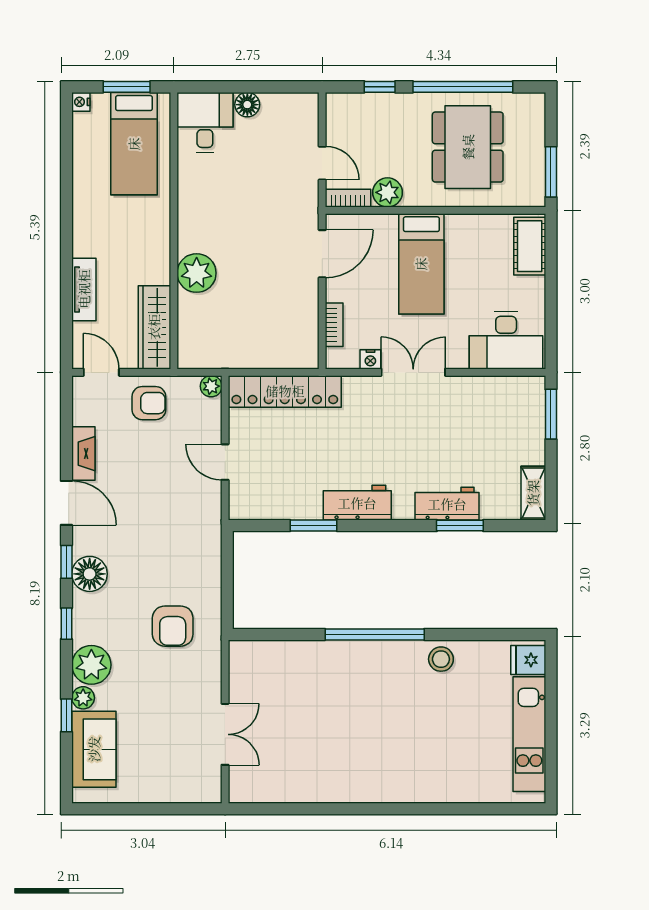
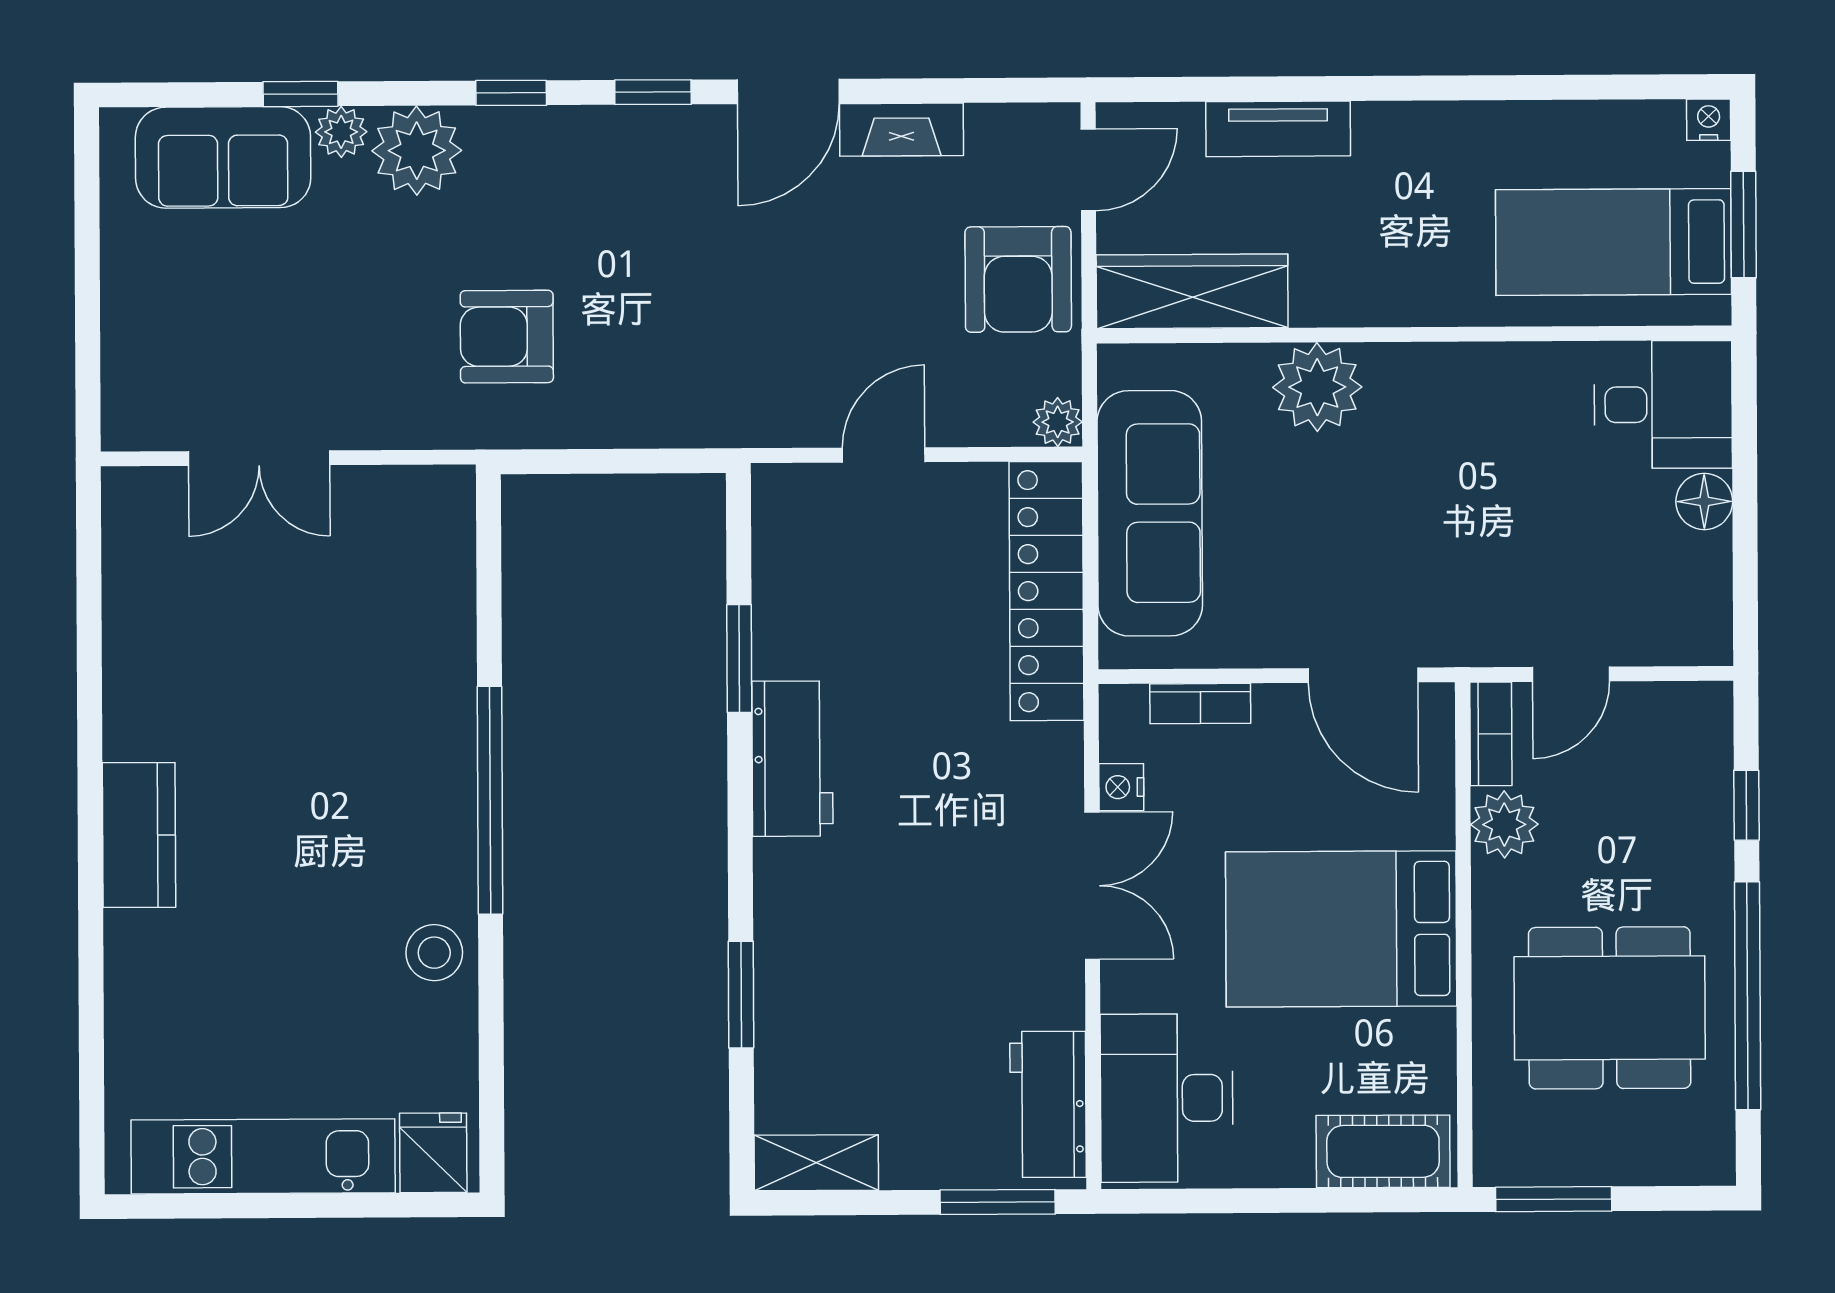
bed: (421, 264) -> (1341, 929), width x1.50
sofa: (251, 346) -> (1150, 513), added
armchair: (149, 403) -> (1018, 279), width x1.38, depth x1.38
workbench: (447, 504) -> (1048, 1104), moved, turned 180
floor lamp: (90, 574) -> (625, 145), removed
kitchen counter: (389, 788) -> (139, 835), added

